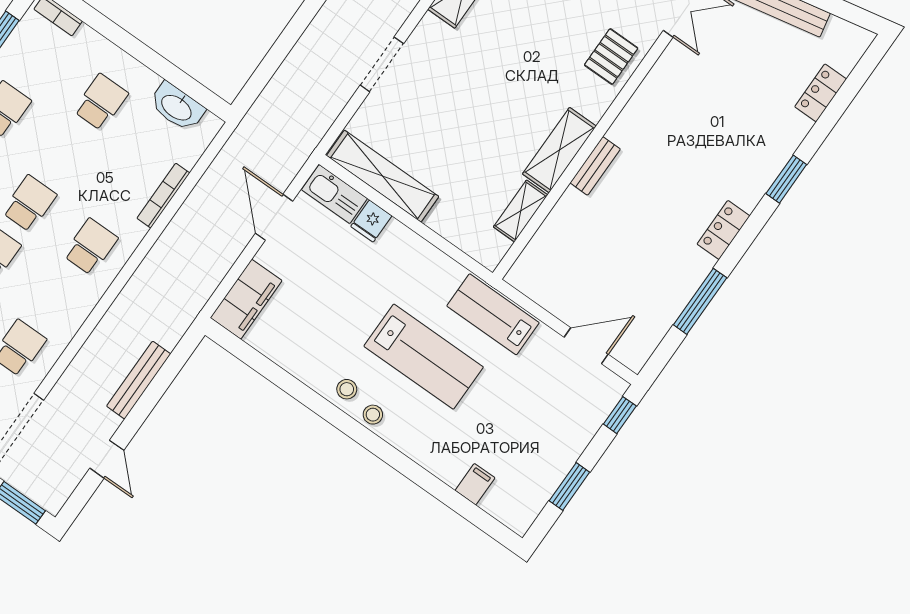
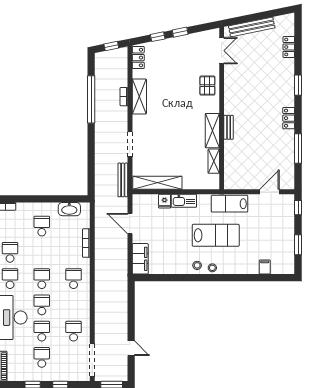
kitchen sink: (334, 194) -> (184, 201), moved
bench: (139, 380) -> (123, 180), moved

